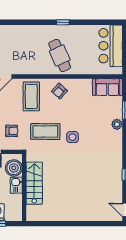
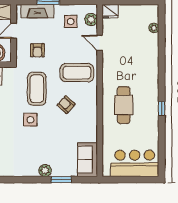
cafe table: (60, 55) -> (124, 105), turned -66
armchair: (59, 91) -> (66, 105), moved

